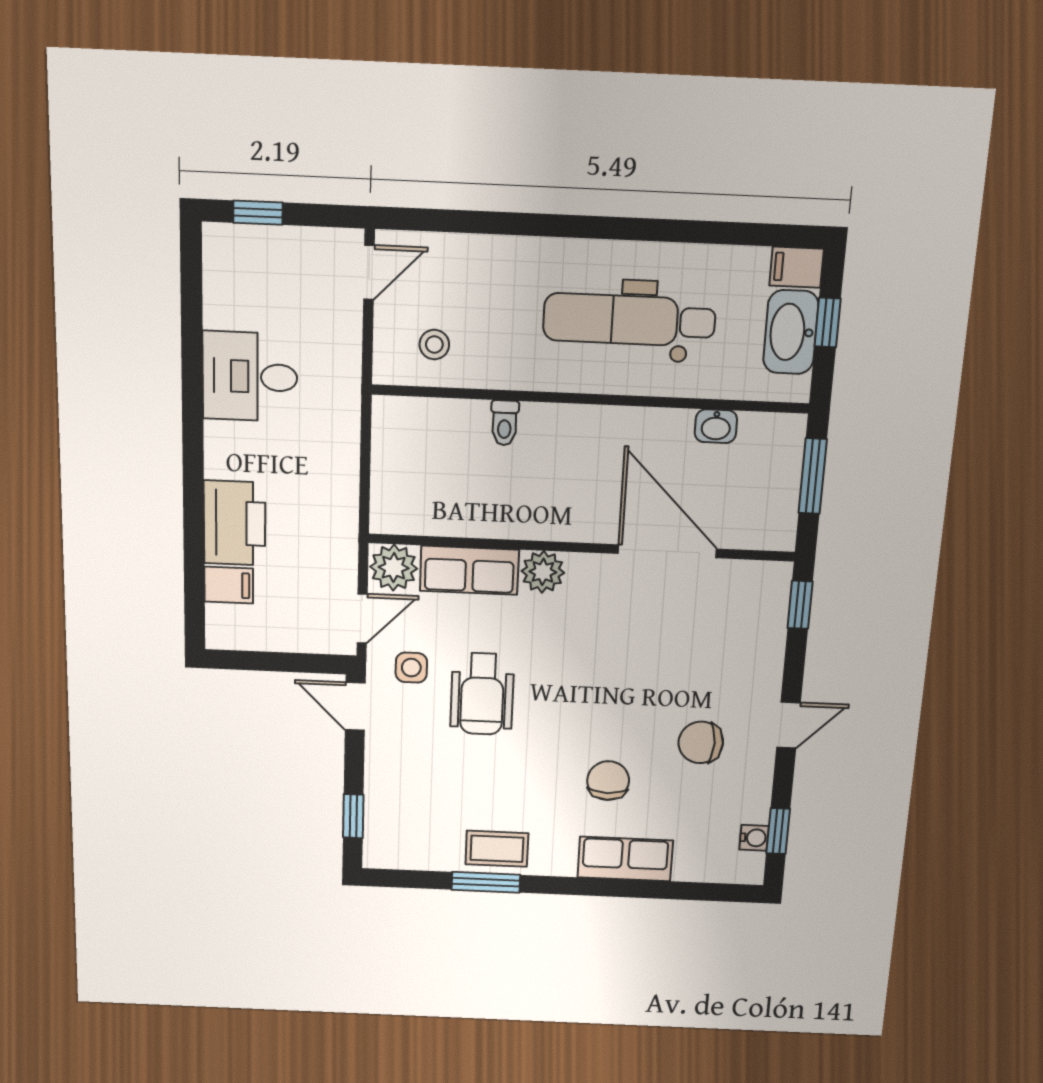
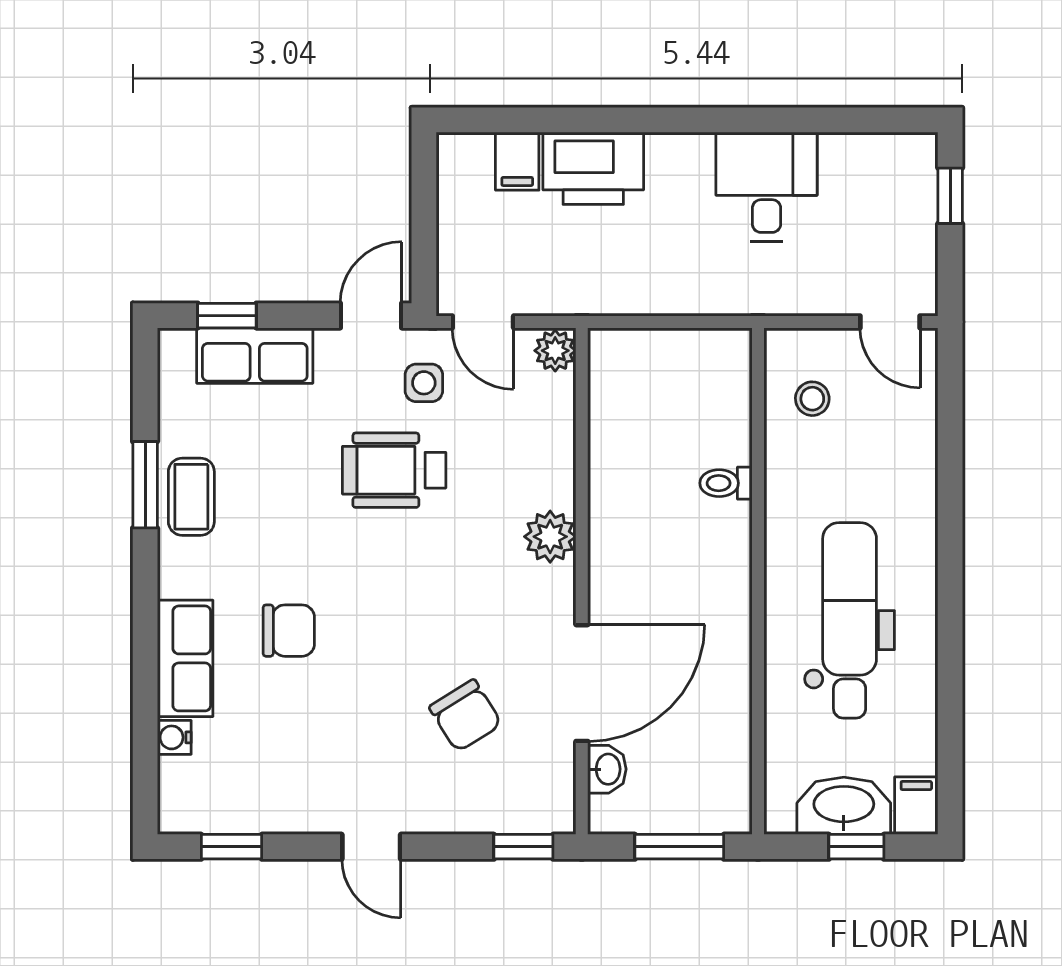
washbasin: (716, 426) -> (607, 769), moved, turned 180
plant: (394, 568) -> (555, 351), width x0.73, depth x0.73
row of seats: (469, 570) -> (255, 356), moved, turned -90
chair: (701, 742) -> (465, 716), moved, turned 148
water cooler: (754, 838) -> (174, 737), moved, turned 90

